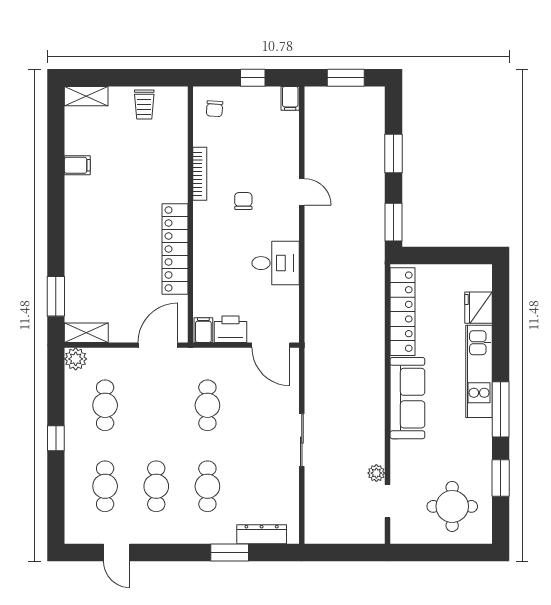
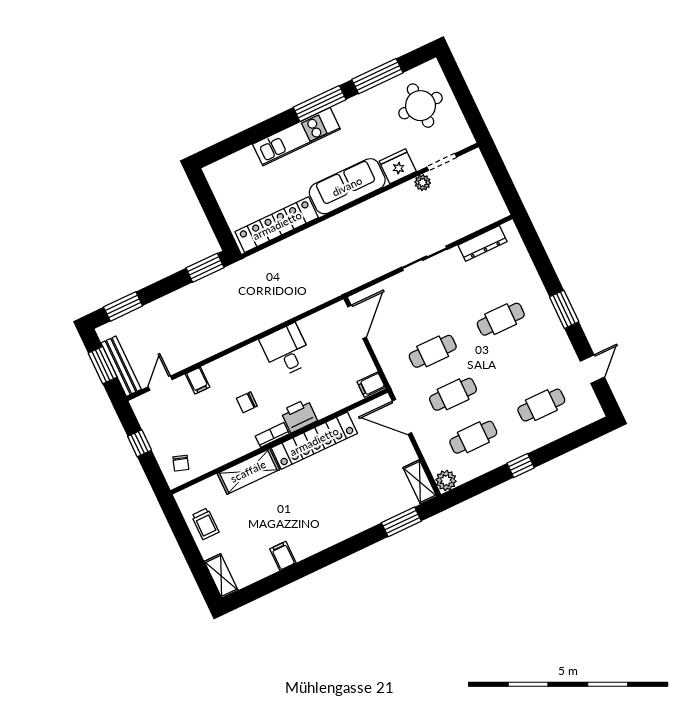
bench: (336, 95) -> (121, 366), added
filing cabinet: (290, 98) -> (198, 380), moved, turned 90
trolley: (144, 105) -> (205, 524), turned 90
chair: (215, 109) -> (181, 463), turned 104
window: (394, 154) -> (123, 306), moved
shelving: (175, 171) -> (248, 471), added
bookcase: (200, 174) -> (272, 435), moved, width x0.64
door: (302, 192) -> (160, 383), moved
fridge: (479, 308) -> (398, 166), moved, turned 180
printer: (231, 329) -> (299, 416), moved, turned 90
window: (501, 478) -> (377, 76), width x1.44
cafe table: (156, 486) -> (453, 394), moved
dresser: (262, 534) -> (482, 243), moved, turned -90
window: (230, 552) -> (564, 309), moved

